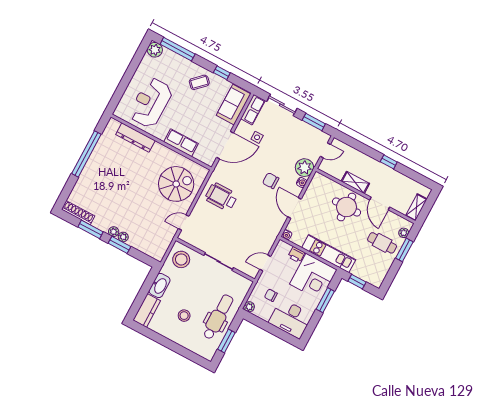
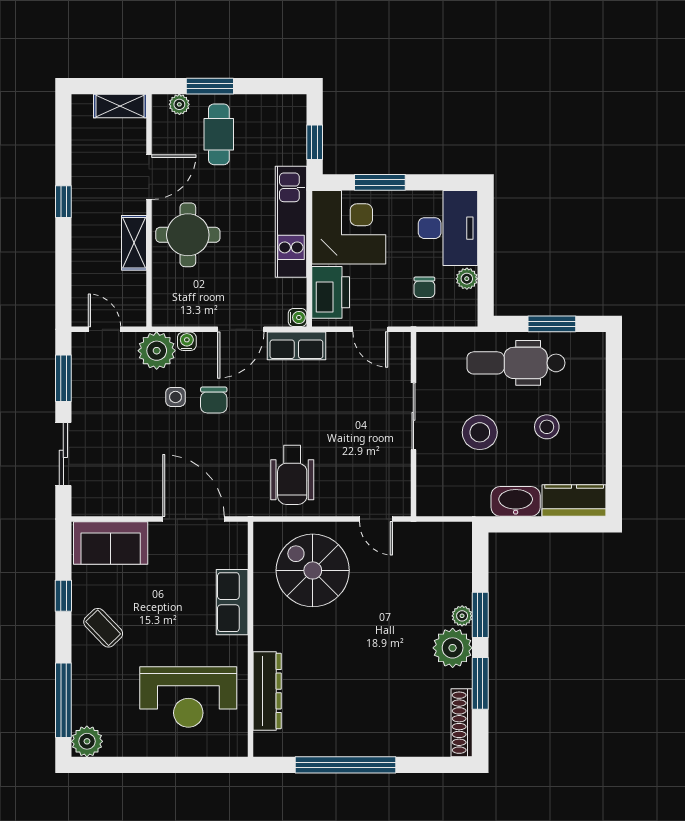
row of seats: (253, 110) -> (296, 346), moved, turned 180
side table: (257, 137) -> (175, 397), moved
plant: (114, 232) -> (453, 648), width x1.87, depth x1.87
printer: (296, 255) -> (331, 292), width x1.87, depth x1.48
stool: (181, 259) -> (480, 432), moved
plant: (249, 307) -> (467, 279), moved

